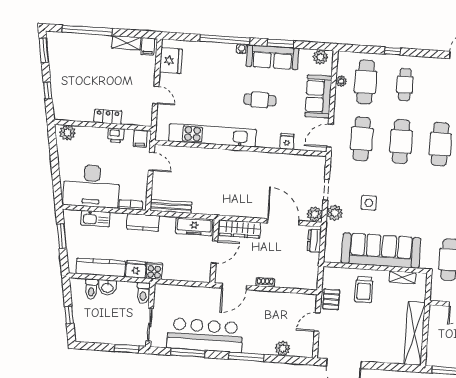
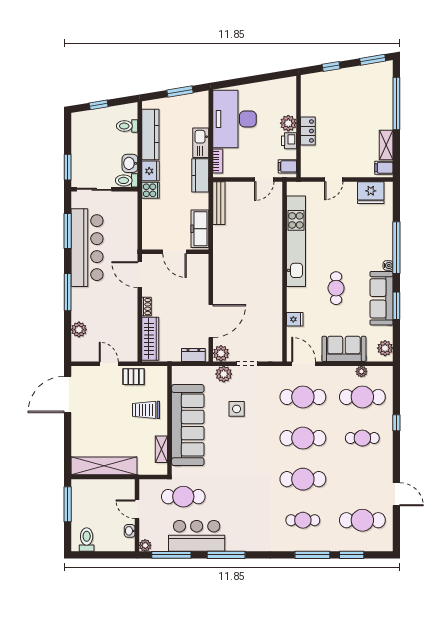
plant: (67, 133) -> (288, 123), moved
kitchen sink: (96, 219) -> (201, 143), moved
wardrobe: (240, 229) -> (150, 339), moved, turned 180
washbasin: (107, 287) -> (130, 163), moved

